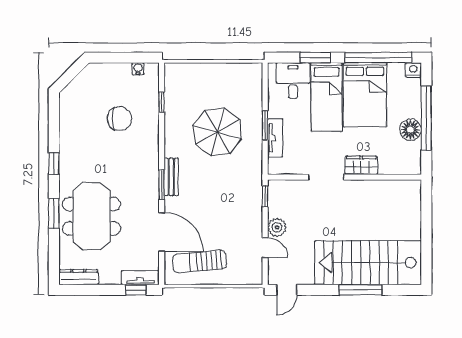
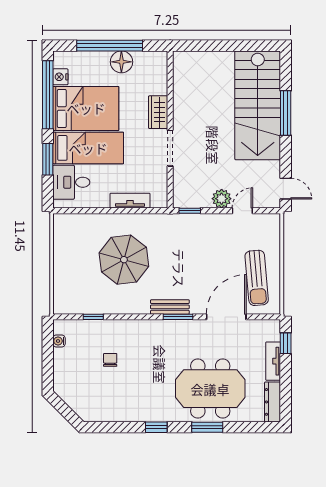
nightstand: (413, 70) -> (60, 77), moved
chair: (120, 119) -> (110, 360), width x0.54, depth x0.54
window: (265, 125) -> (117, 211), removed
tv unit: (140, 278) -> (273, 361), moved

